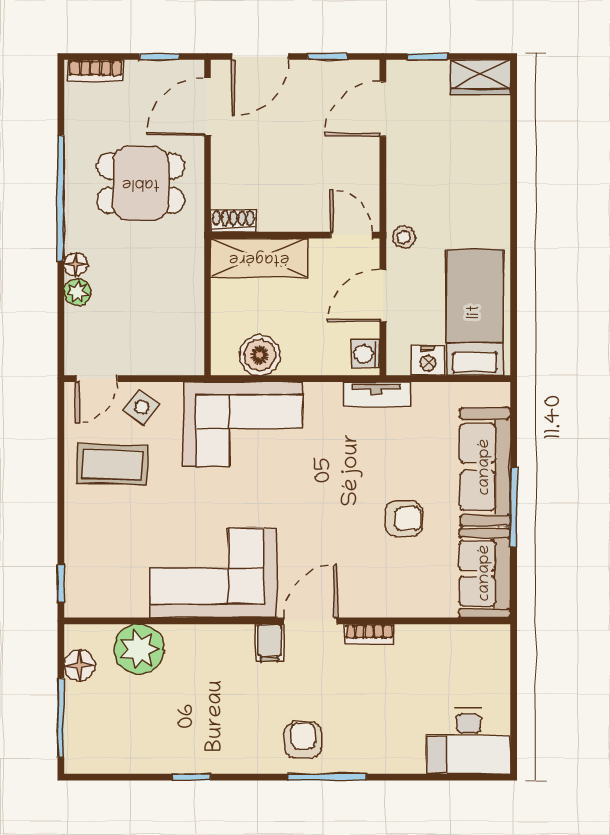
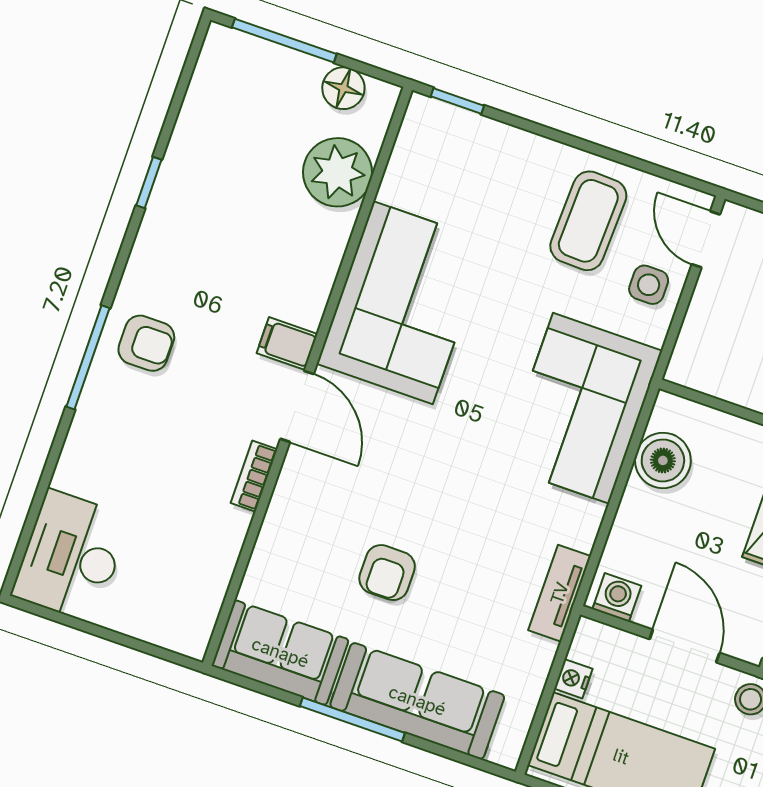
nightstand: (428, 361) -> (573, 679), width x0.72, depth x0.74
side table: (142, 407) -> (649, 285), turned -36

